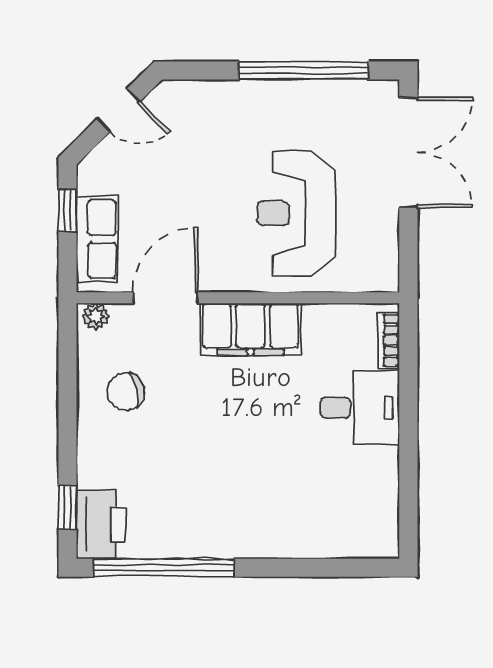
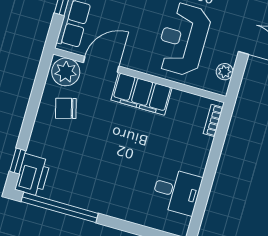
plant: (384, 249) -> (225, 72), added
plant: (96, 317) -> (66, 72), width x1.88, depth x1.88
desk: (360, 408) -> (177, 191), moved

